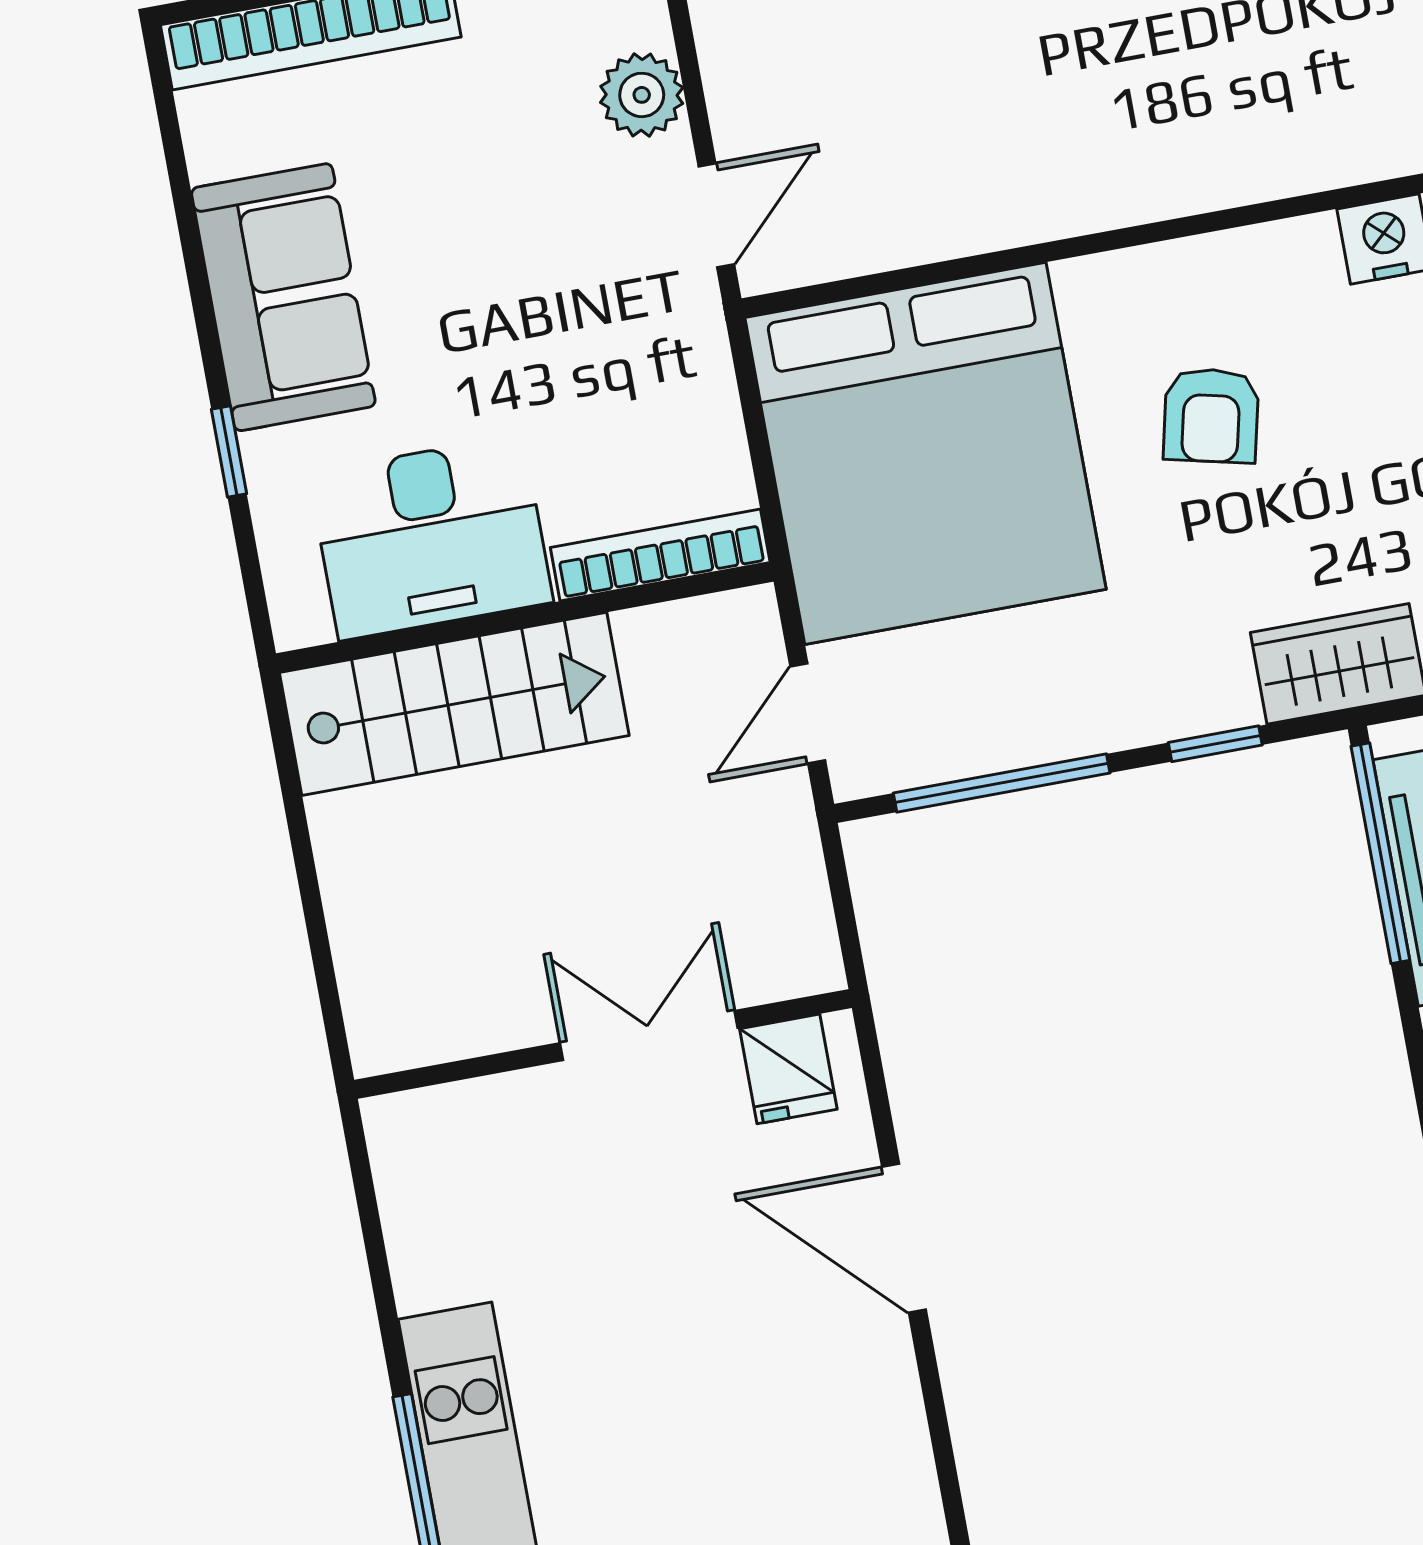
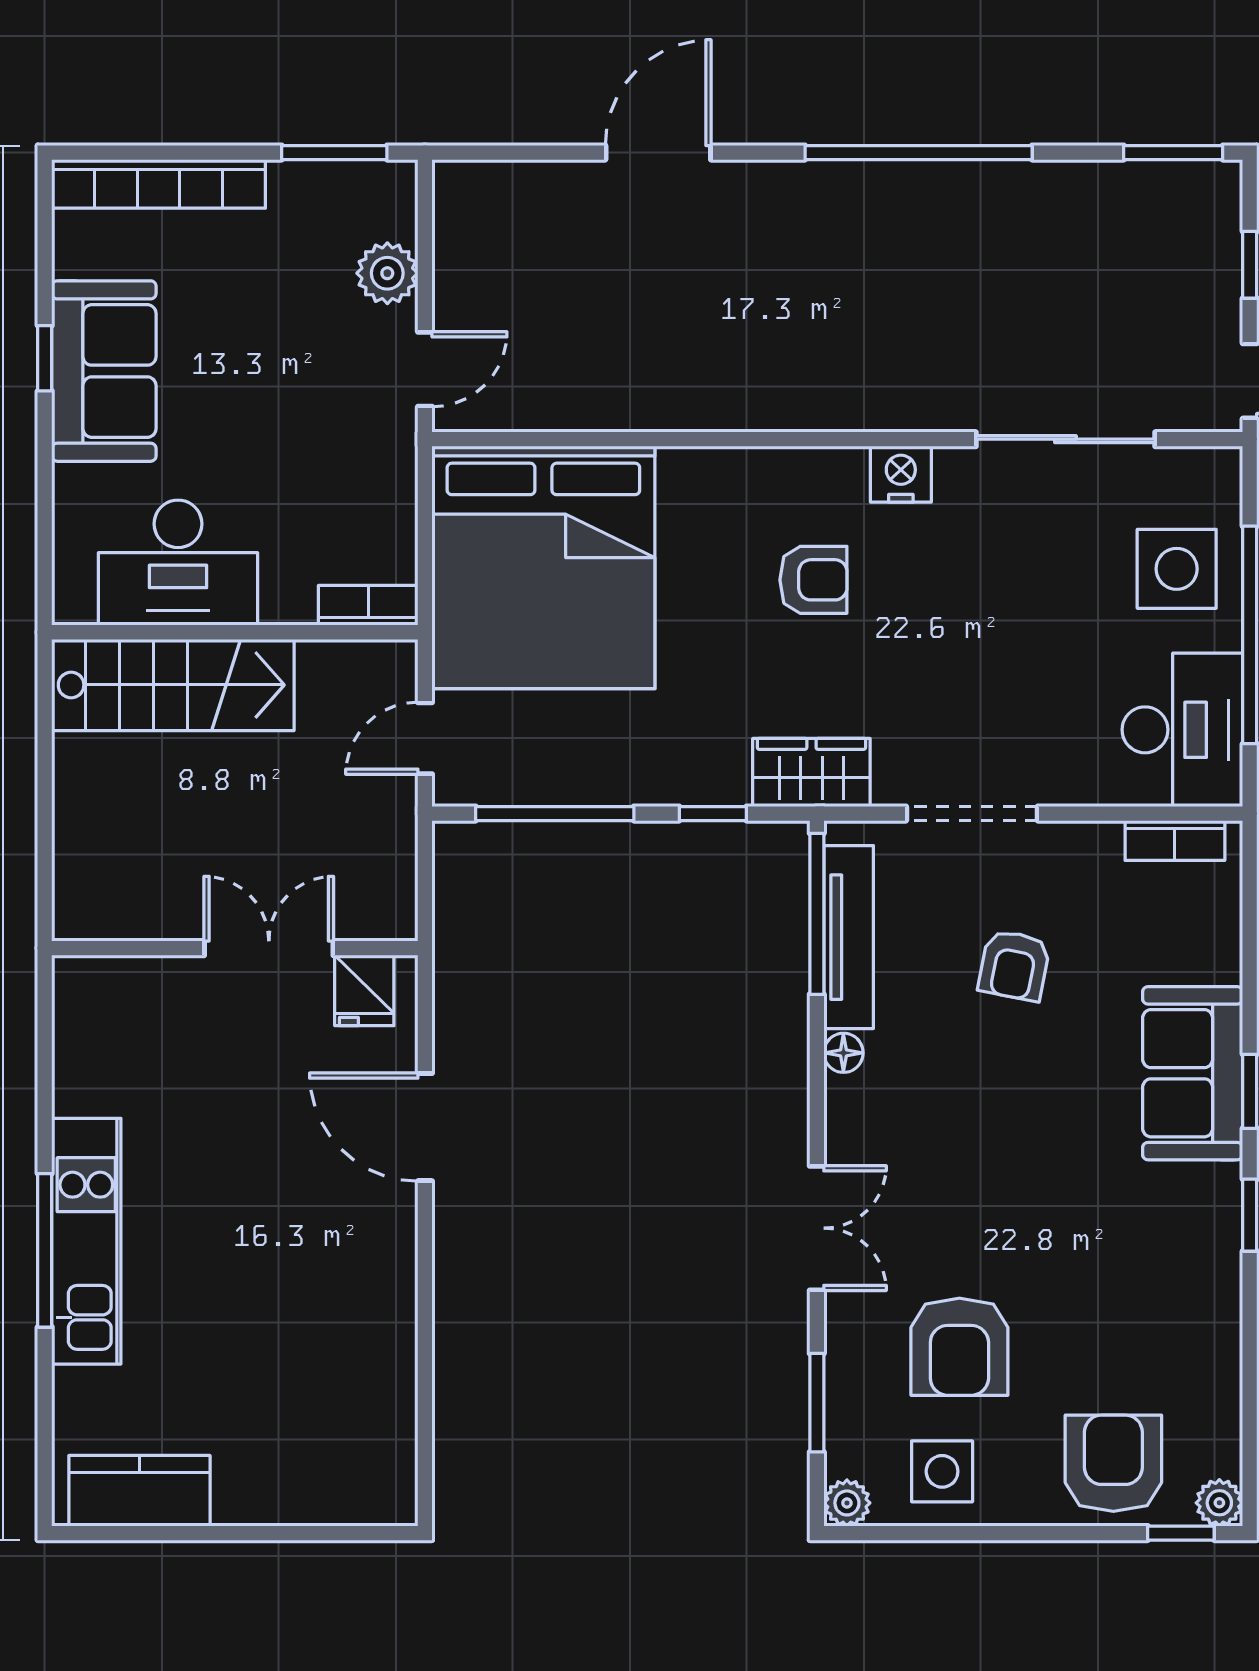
armchair: (1211, 415) -> (813, 580), moved, turned -103
window: (229, 451) -> (45, 358), moved
bookcase: (660, 555) -> (368, 605), width x0.64

